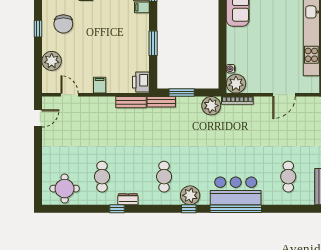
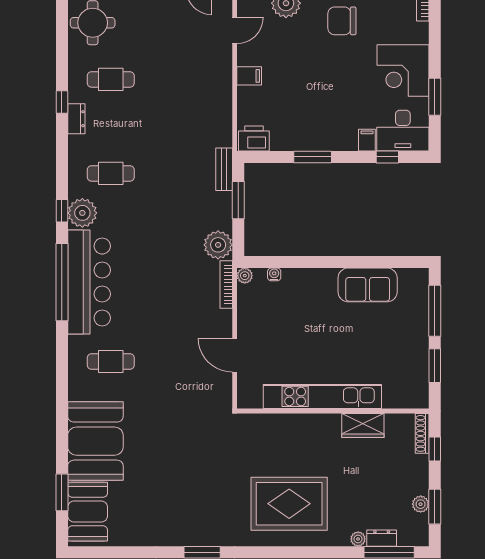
plant: (236, 84) -> (245, 276), width x0.53, depth x0.53
bench: (131, 102) -> (224, 123), removed
bar counter: (236, 191) -> (89, 282), width x1.36

